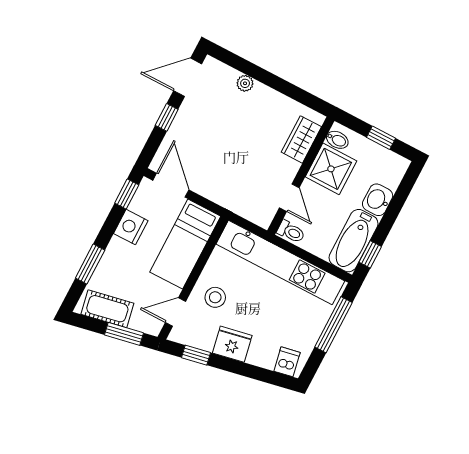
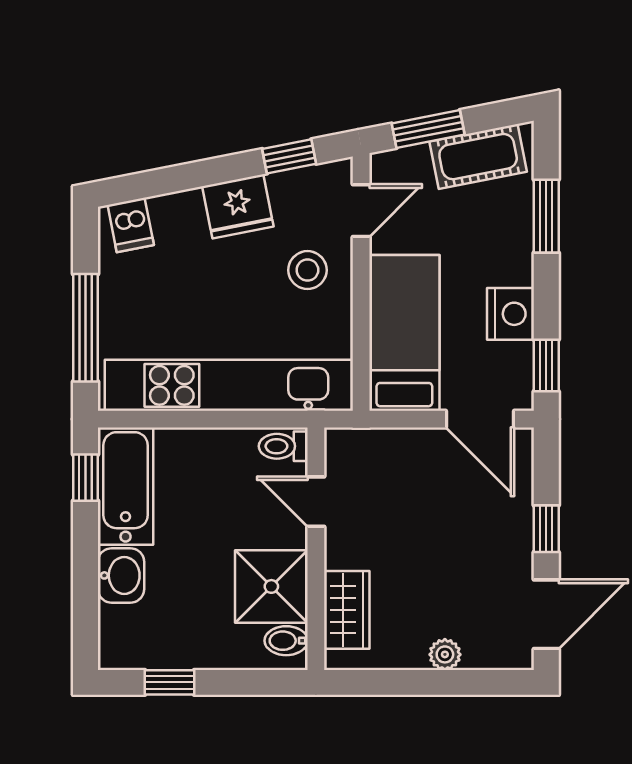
wardrobe: (301, 139) -> (347, 610), moved
bidet: (337, 140) -> (286, 641), moved
shower: (331, 169) -> (271, 586), moved
wall: (301, 176) -> (316, 549), moved
door: (289, 198) -> (316, 502), moved
toilet: (291, 232) -> (283, 446), moved

